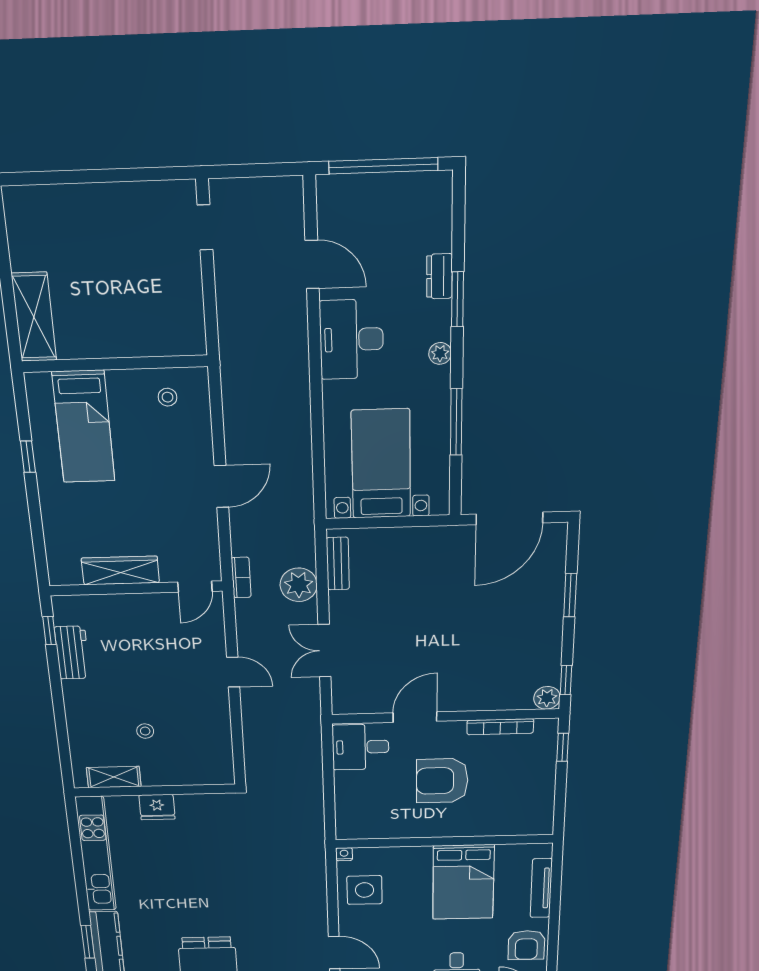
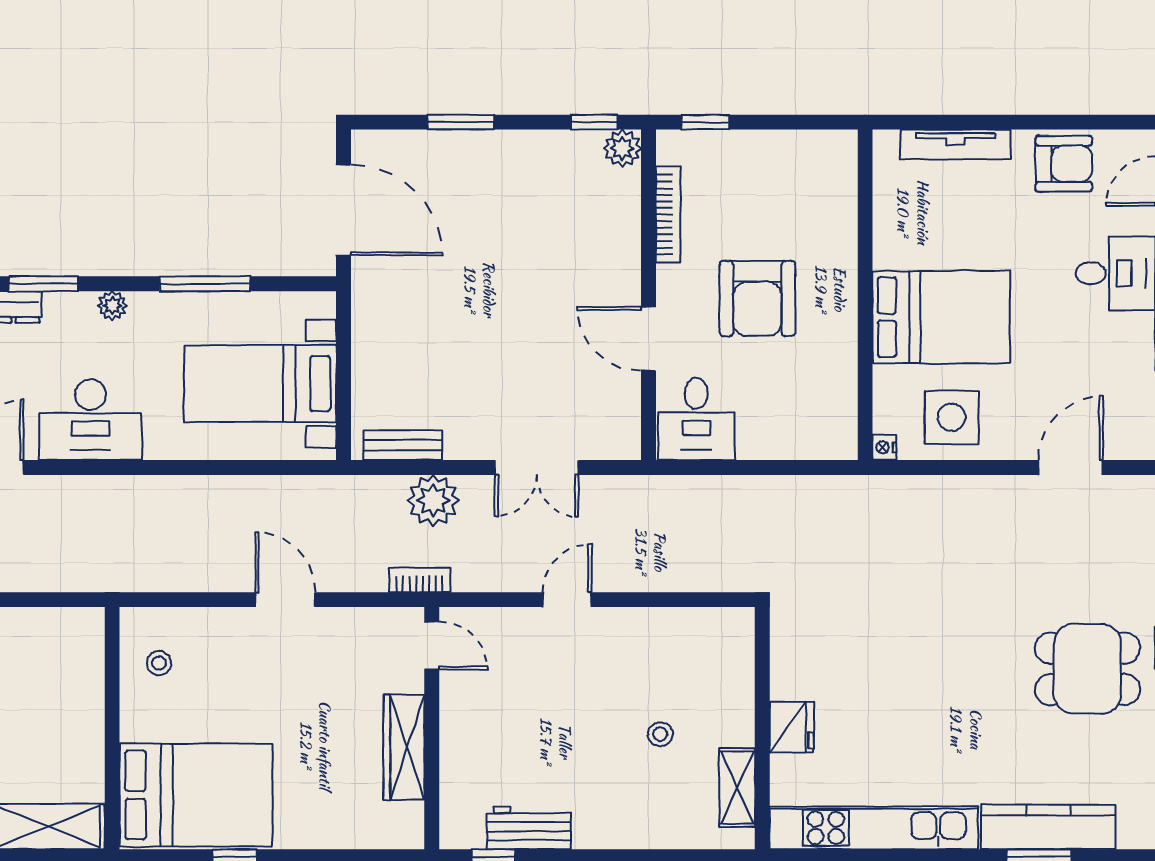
bed: (84, 427) -> (196, 795), width x1.50
bed: (463, 882) -> (941, 317), moved

